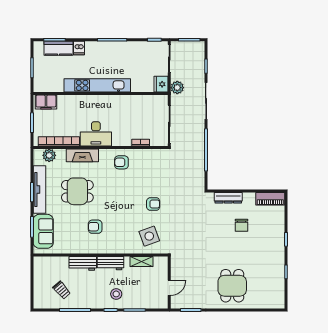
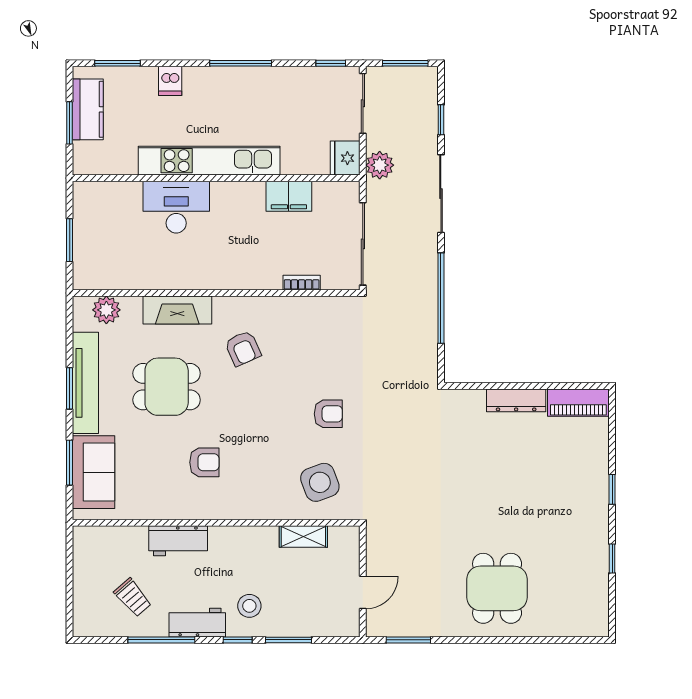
kitchen counter: (58, 48) -> (88, 109), moved, turned -90
filing cabinet: (46, 102) -> (289, 196), moved
desk: (96, 134) -> (176, 207), moved, turned 180
bookcase: (59, 141) -> (127, 280), removed
armchair: (121, 162) -> (243, 348), moved, turned -114
dresser: (228, 198) -> (516, 400), moved
chair: (242, 225) -> (517, 459), removed
armchair: (95, 227) -> (204, 462), turned 180
workbench: (111, 263) -> (197, 623), moved, turned 180

